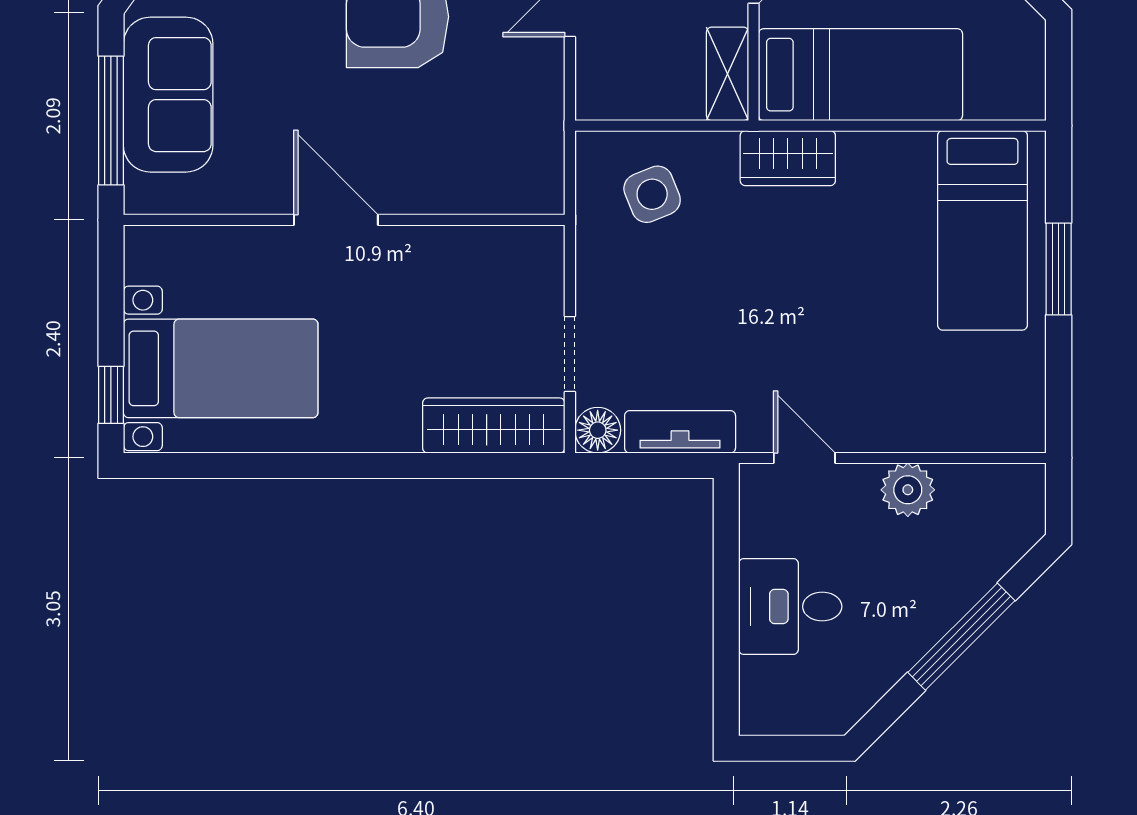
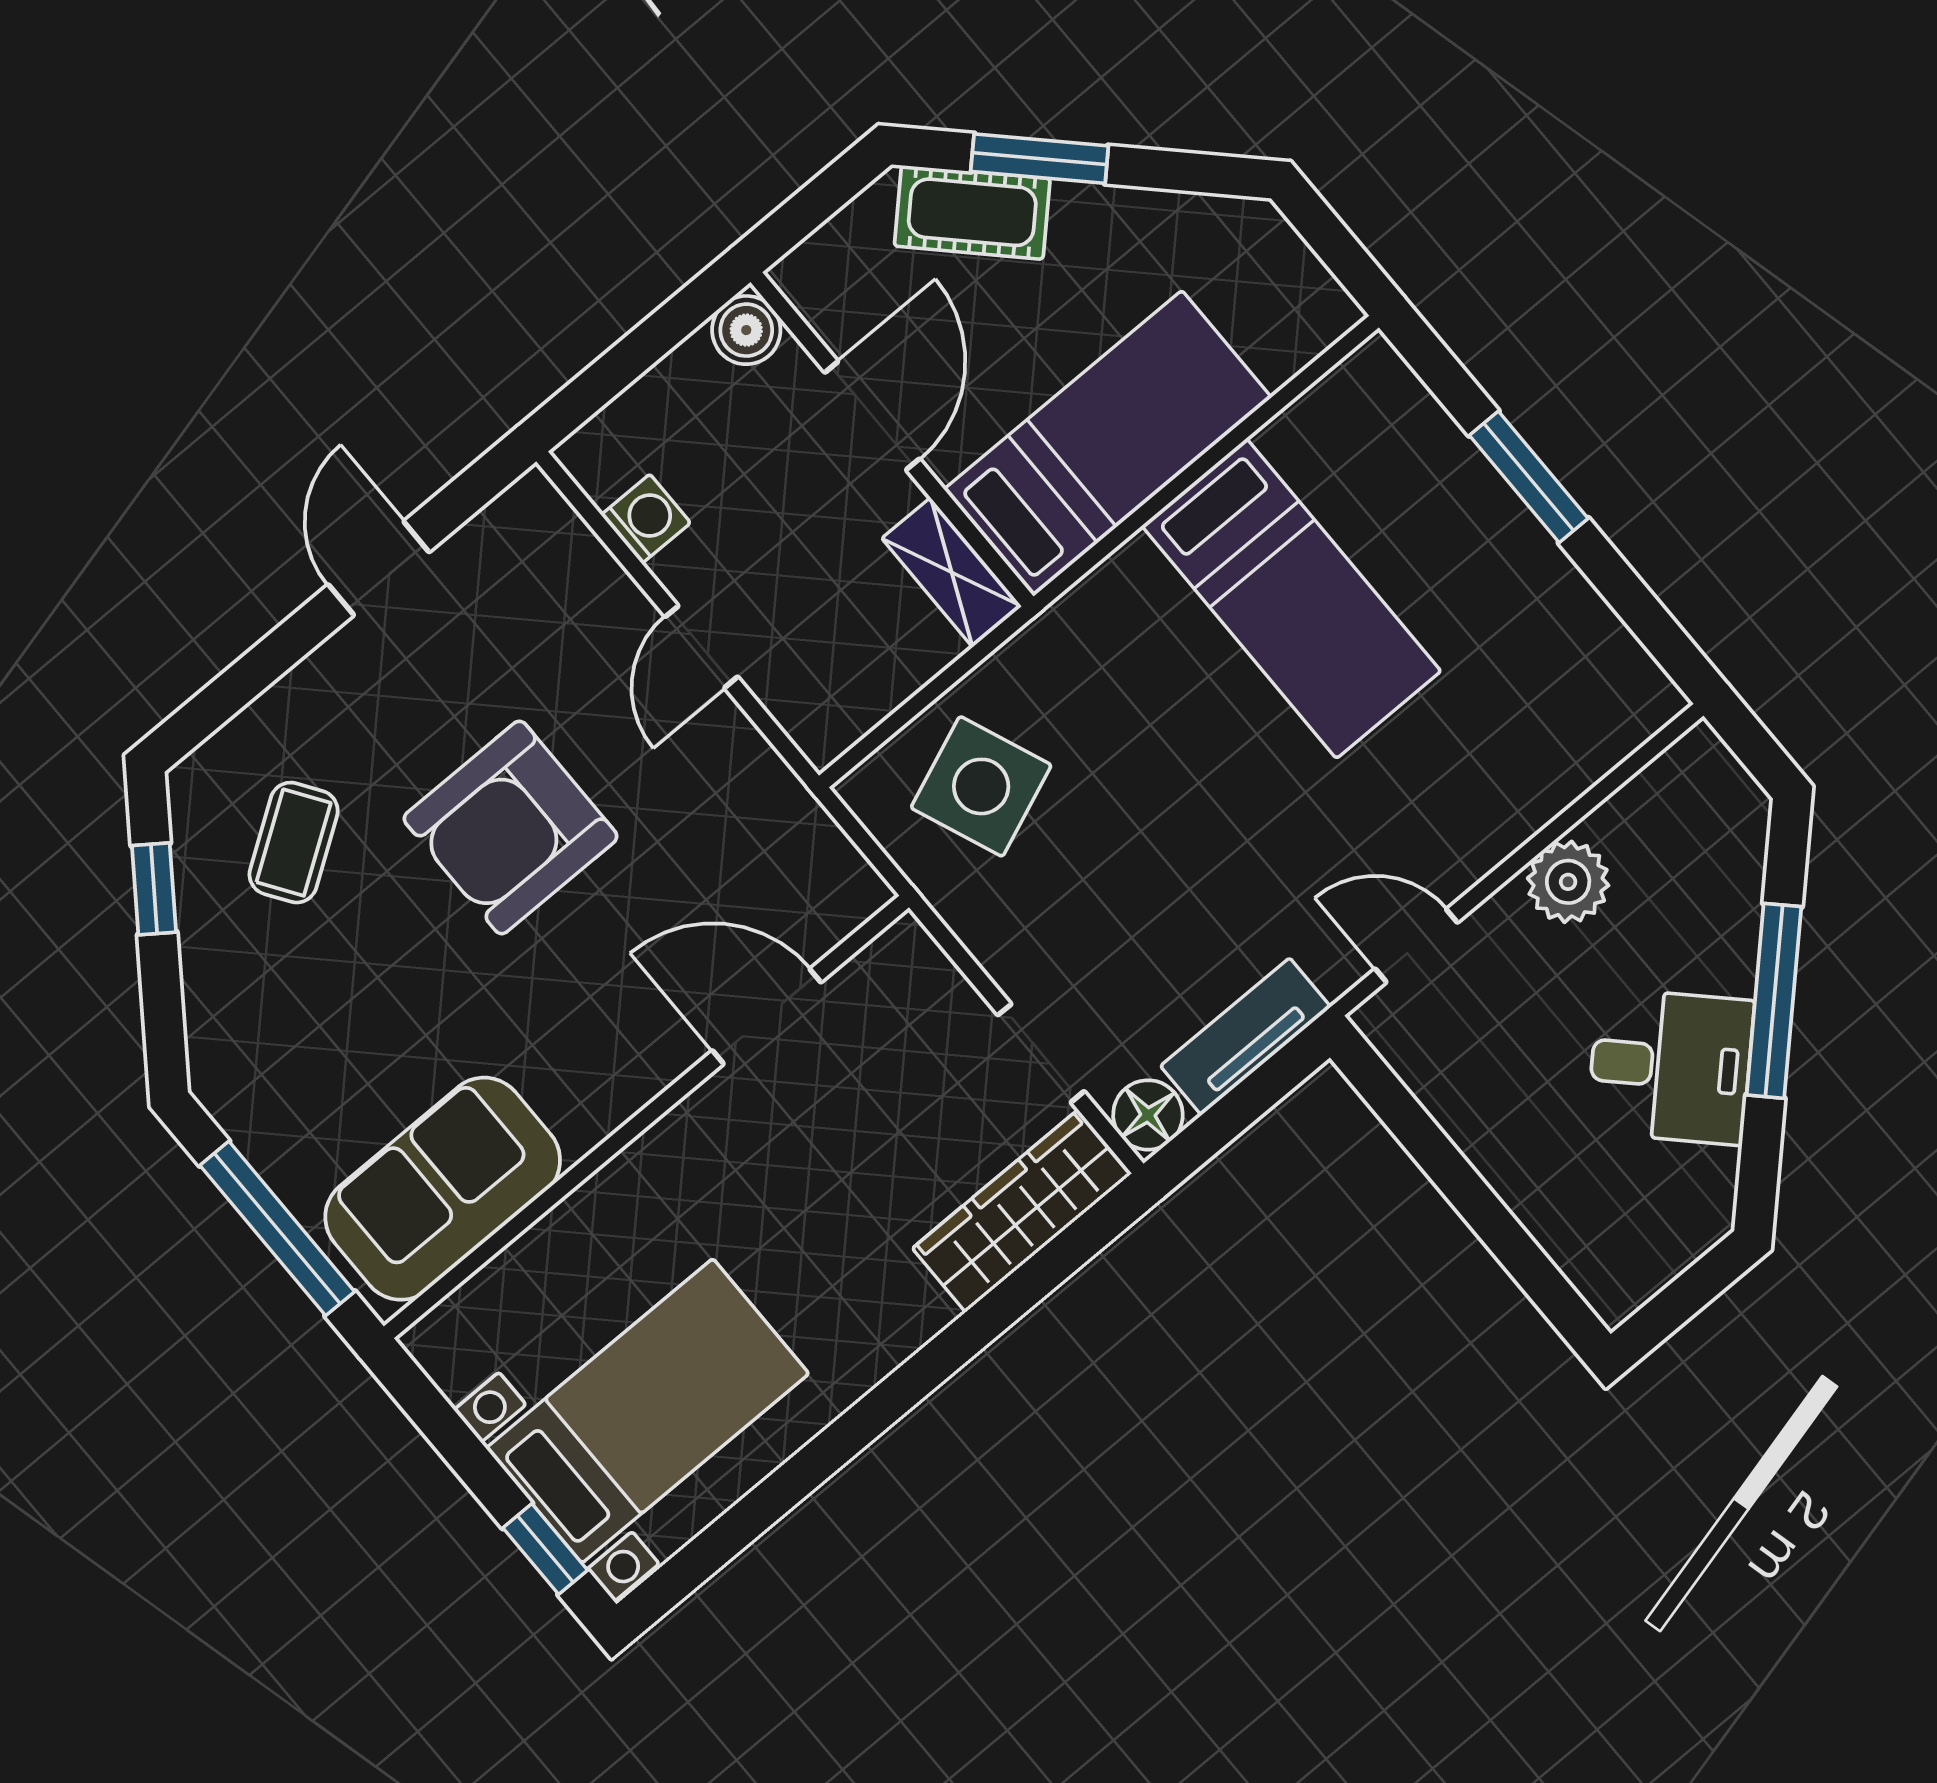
sofa: (168, 95) -> (443, 1189), moved, turned -90
wardrobe: (788, 158) -> (1104, 612), removed
side table: (652, 194) -> (981, 786), width x1.37, depth x1.37
door: (336, 220) -> (767, 1016), moved
bed: (982, 230) -> (1291, 599), moved
desk: (790, 607) -> (1670, 1066), moved, turned -135

